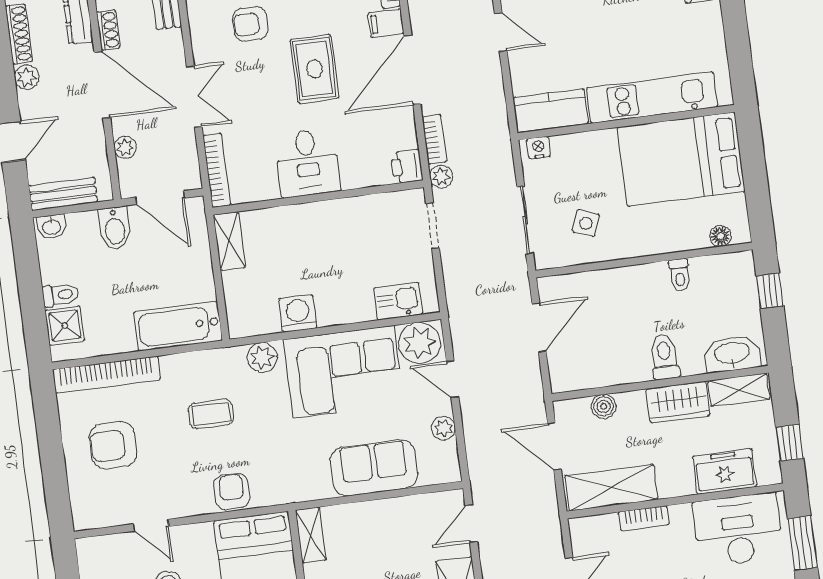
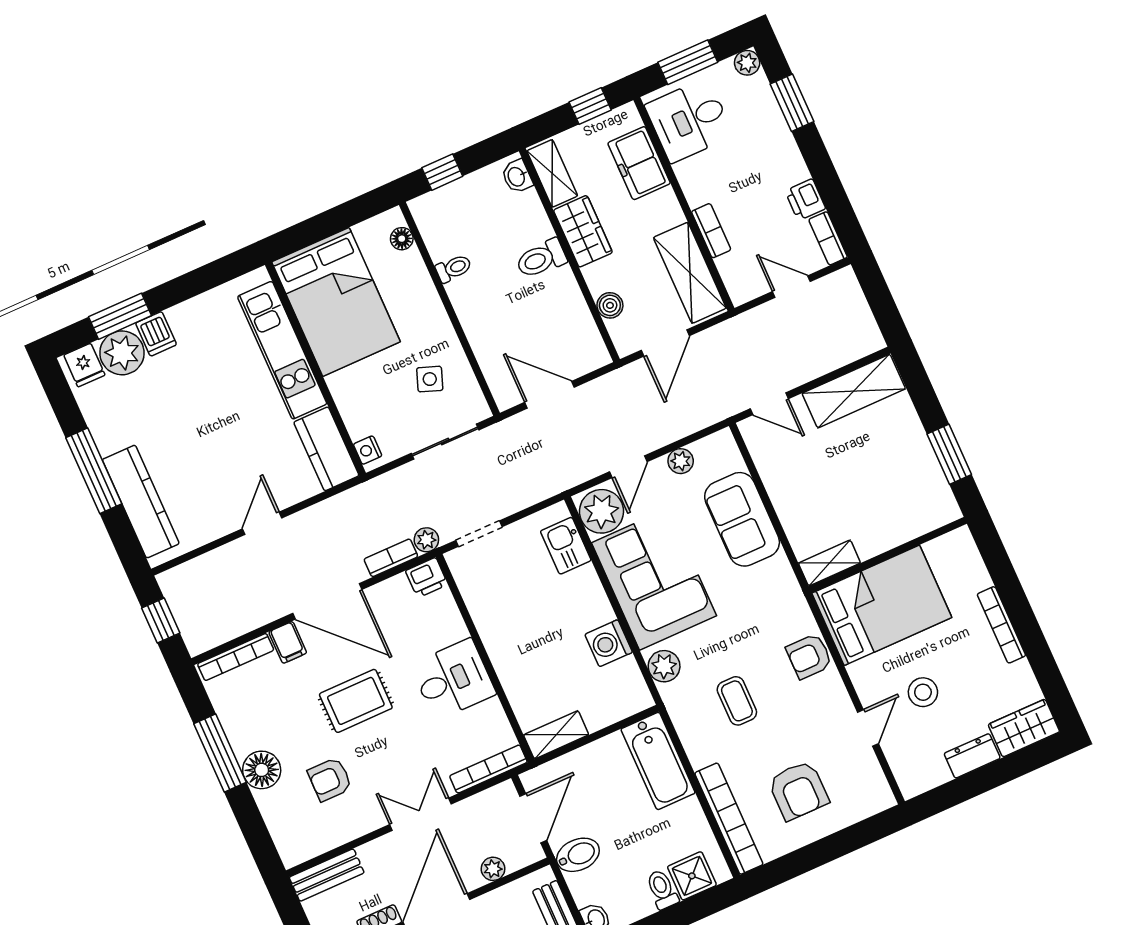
armchair: (251, 24) -> (330, 779), turned 90
washbasin: (732, 354) -> (517, 176), width x0.52, depth x0.69
desk: (738, 530) -> (689, 120), width x0.73

